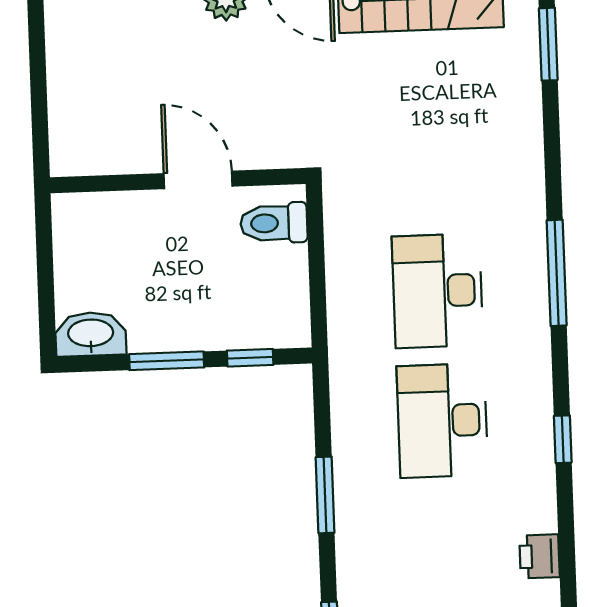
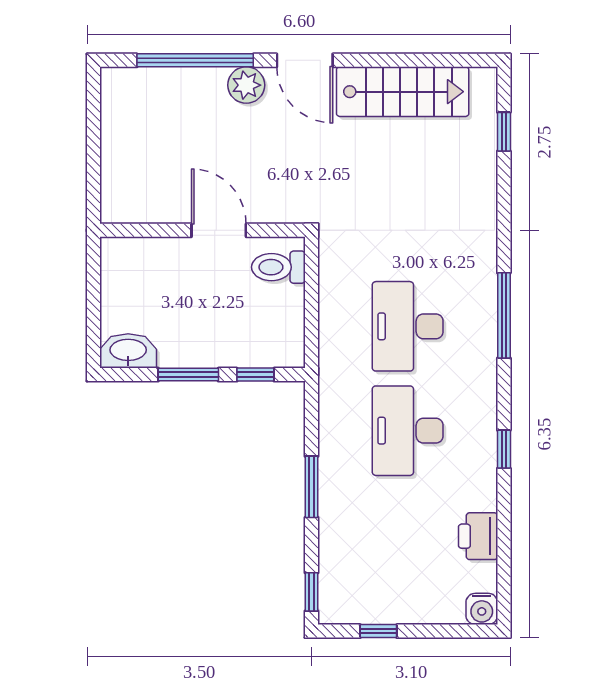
window: (548, 44) -> (504, 132), width x0.67
printer: (539, 556) -> (478, 536), width x1.36, depth x1.24

